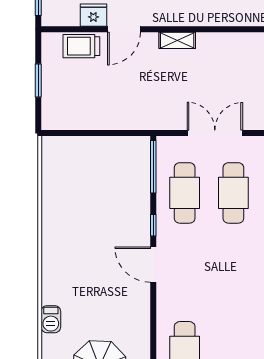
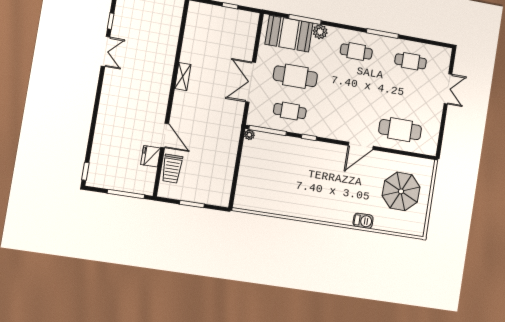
shelving: (177, 40) -> (183, 77), moved
plant: (143, 143) -> (249, 135), added
cafe table: (185, 193) -> (290, 111), width x0.73, depth x0.74
door: (153, 265) -> (361, 146), moved

